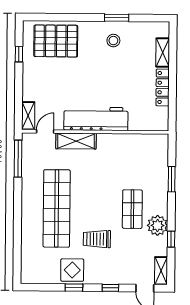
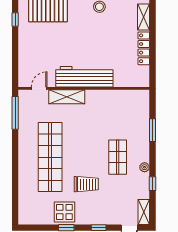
shelving: (28, 116) -> (24, 75), removed
plant: (157, 225) -> (145, 167), width x0.53, depth x0.53
trolley: (97, 239) -> (86, 184), turned 180

